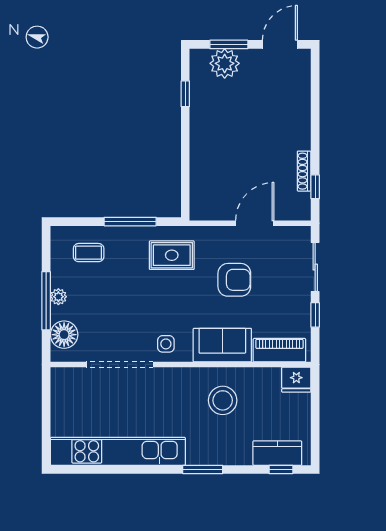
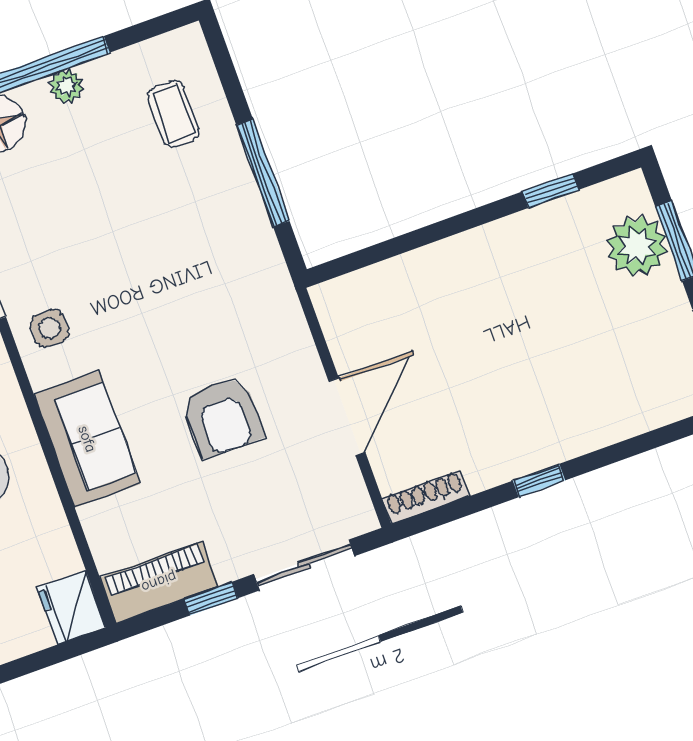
shoe rack: (304, 171) -> (426, 497), moved
window: (315, 187) -> (539, 480), moved
door: (255, 223) -> (347, 417), hinge flipped
rug: (172, 255) -> (227, 278), removed
piano: (279, 350) -> (159, 582), moved, turned -90

